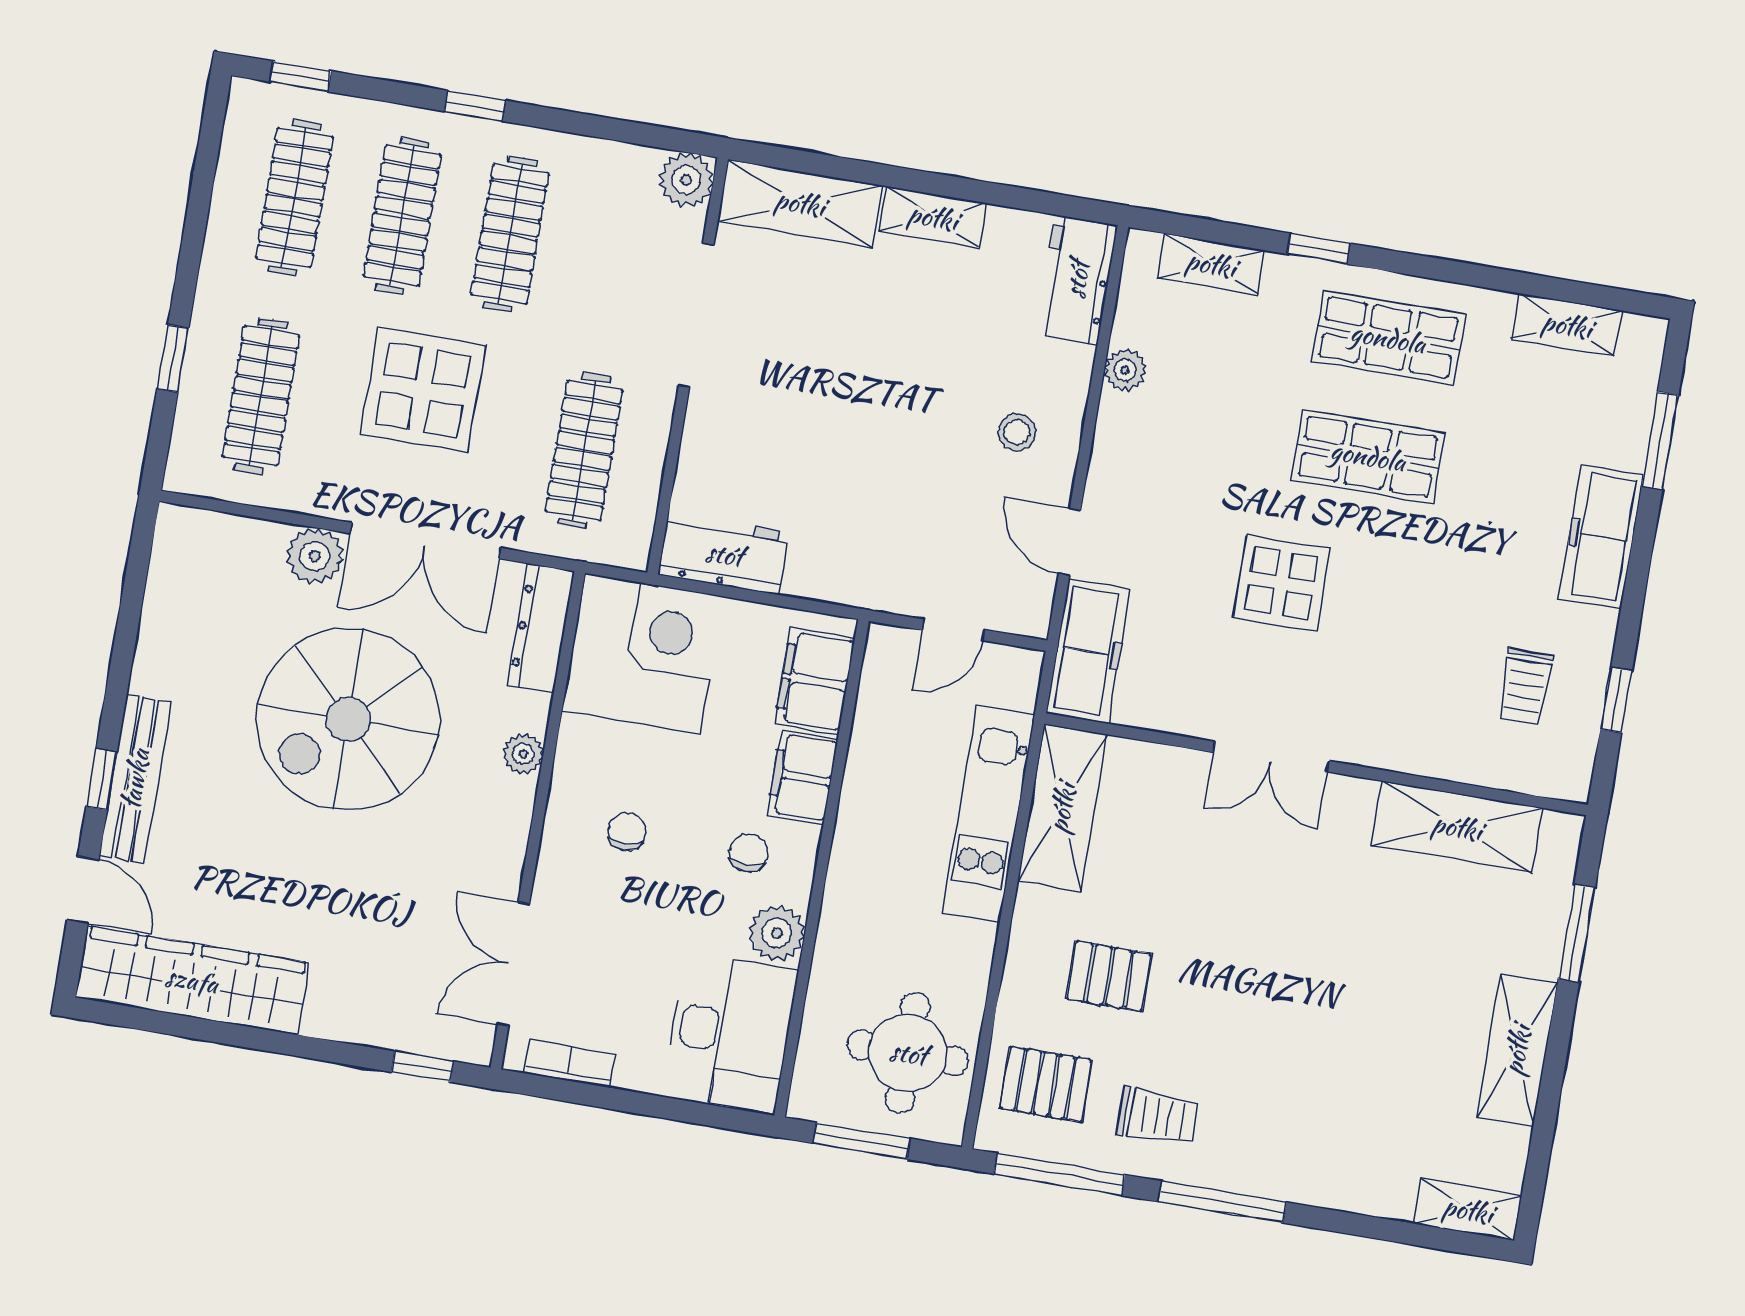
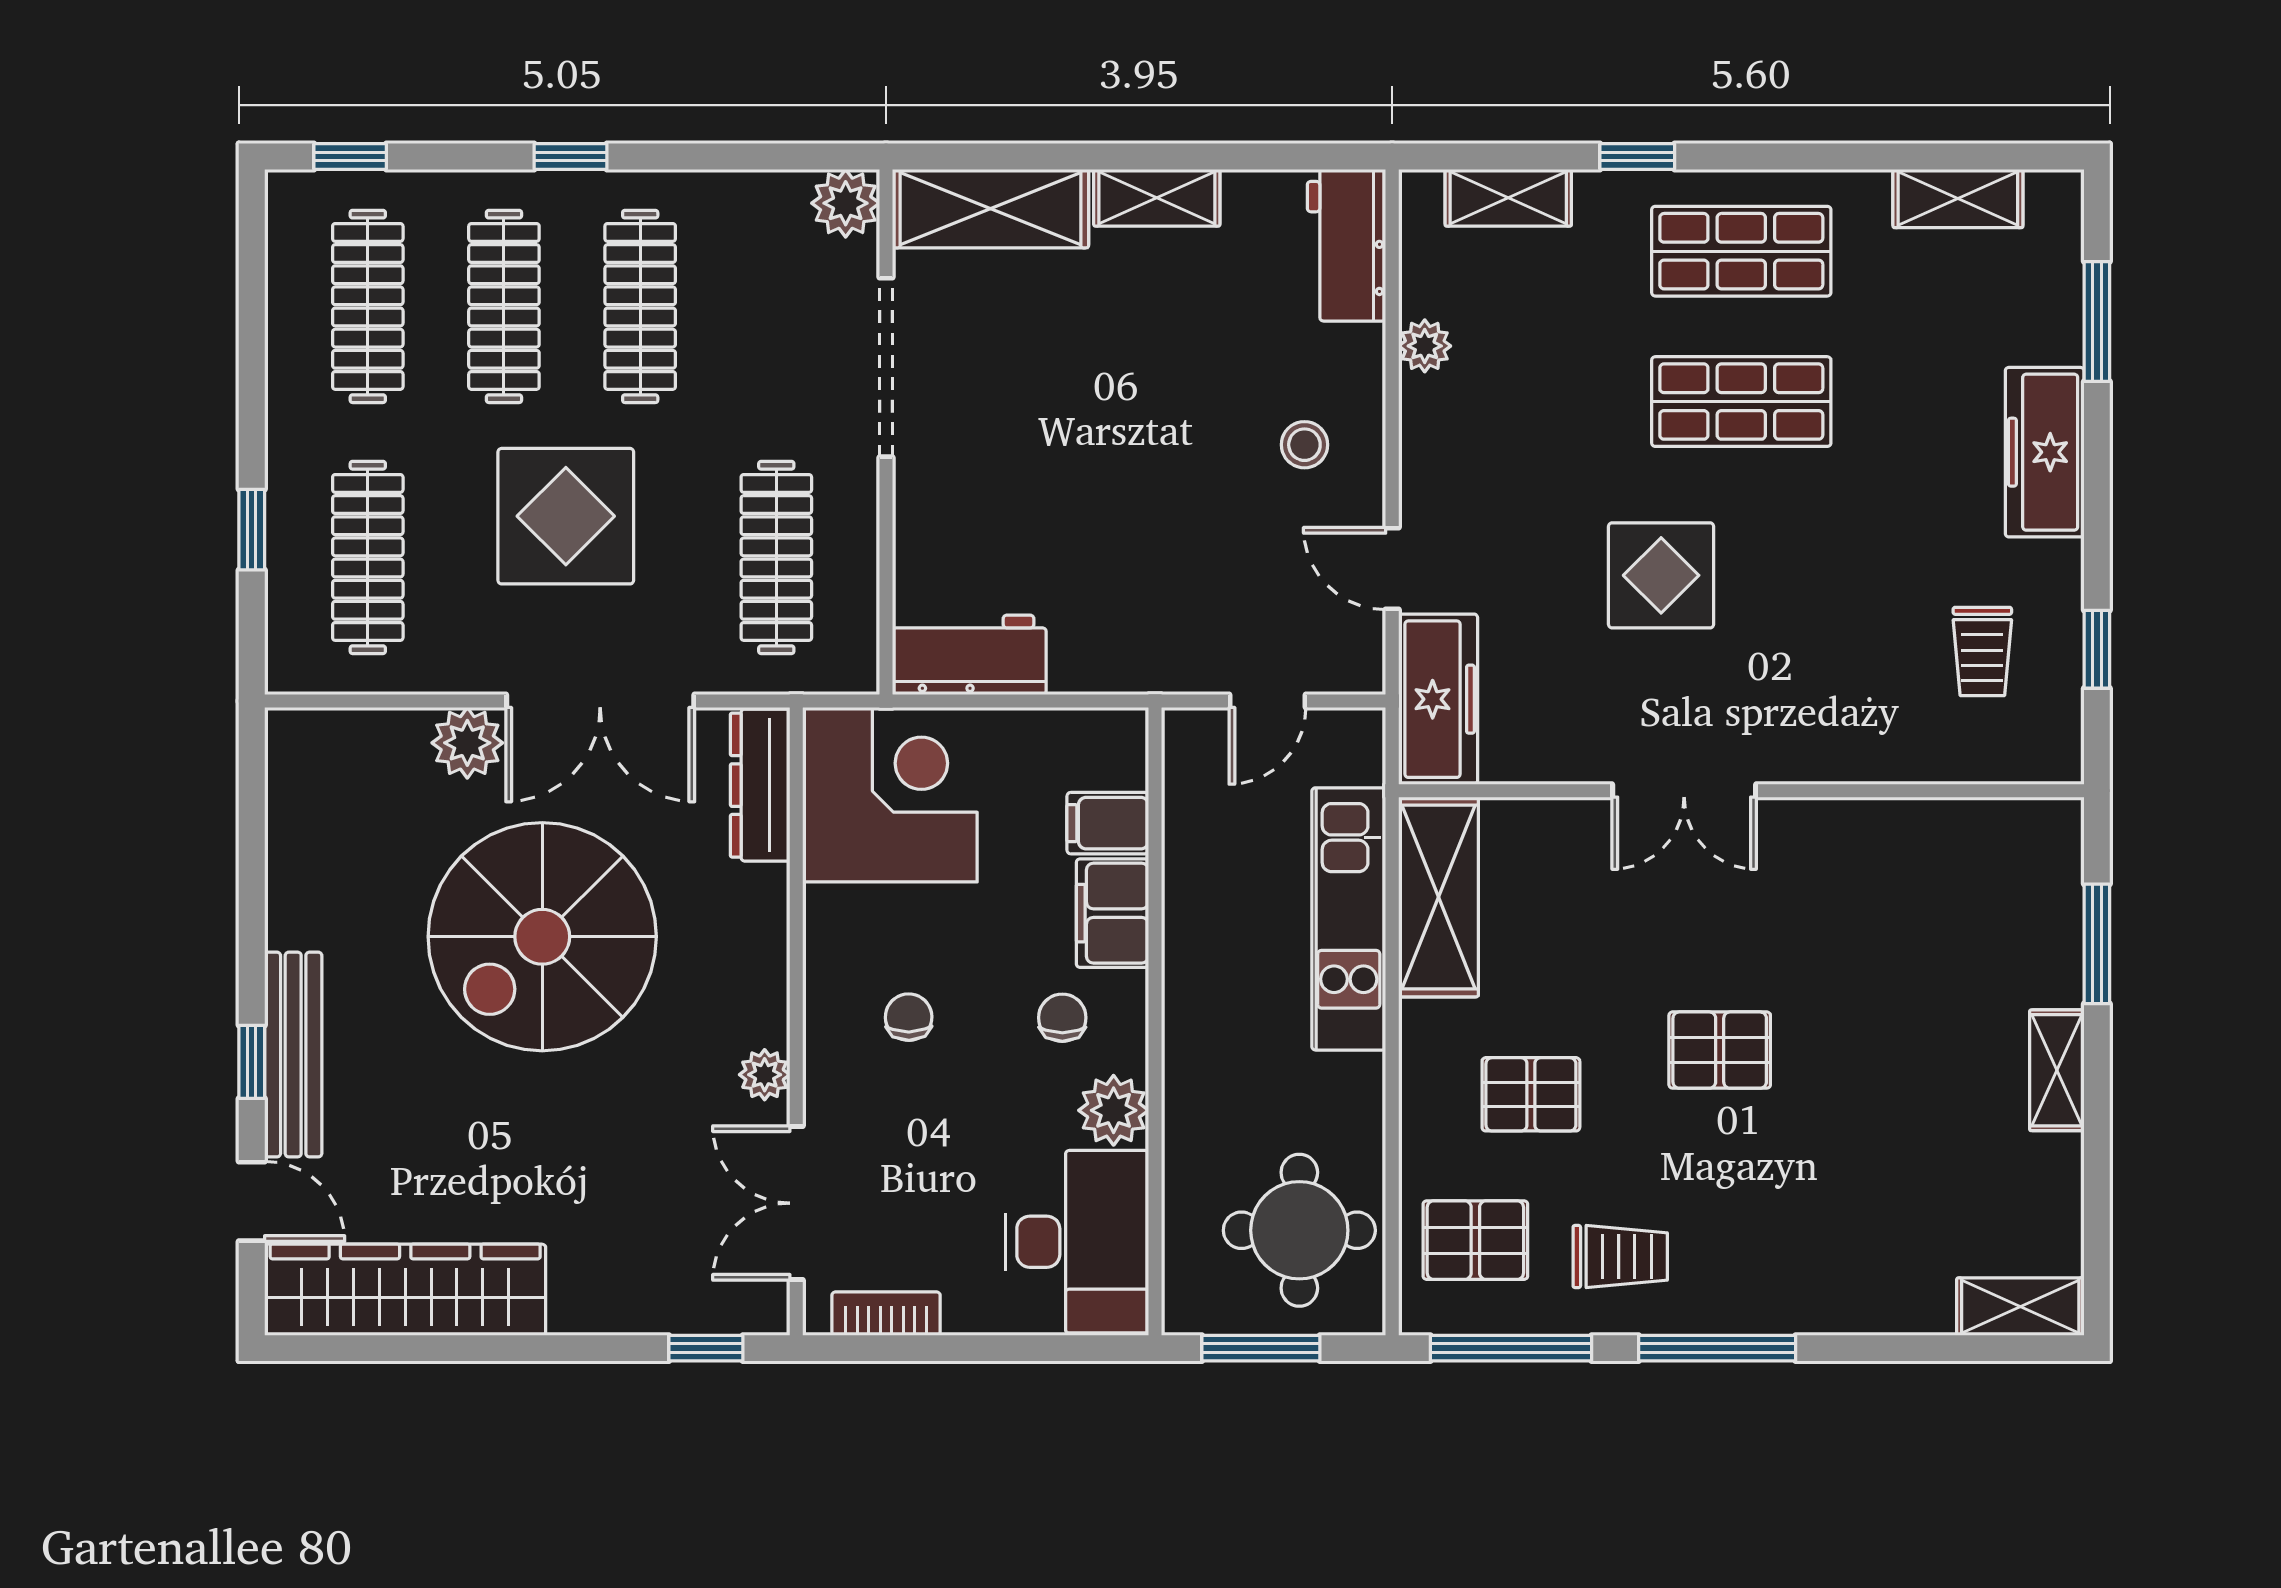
filing cabinet: (815, 681) -> (1108, 823), width x0.50
plant: (523, 754) -> (765, 1075), moved
shelving: (1457, 827) -> (1928, 838), removed
pallet: (1264, 967) -> (1720, 1050), added
shelving: (1517, 1050) -> (2057, 1070), width x0.67, depth x0.75

